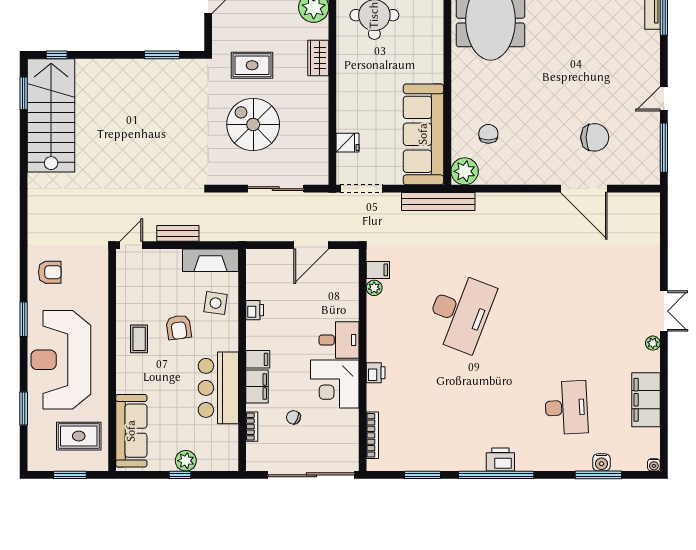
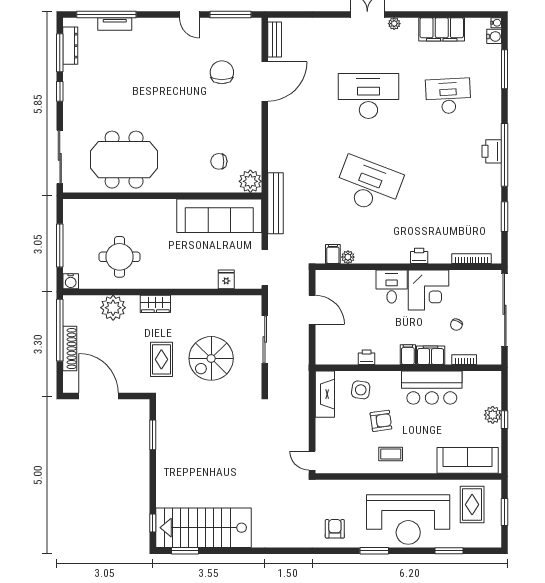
bench: (178, 233) -> (275, 40), moved
desk: (566, 312) -> (368, 96), added
water cooler: (601, 462) -> (494, 36), moved

